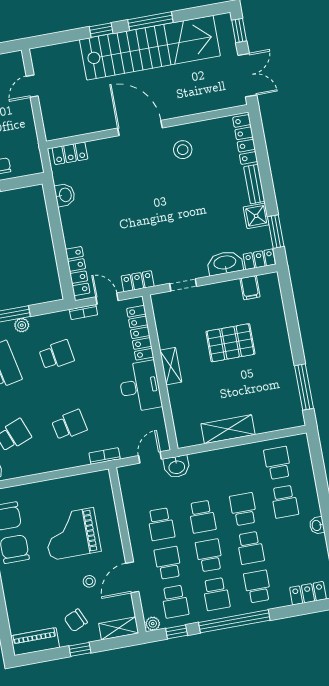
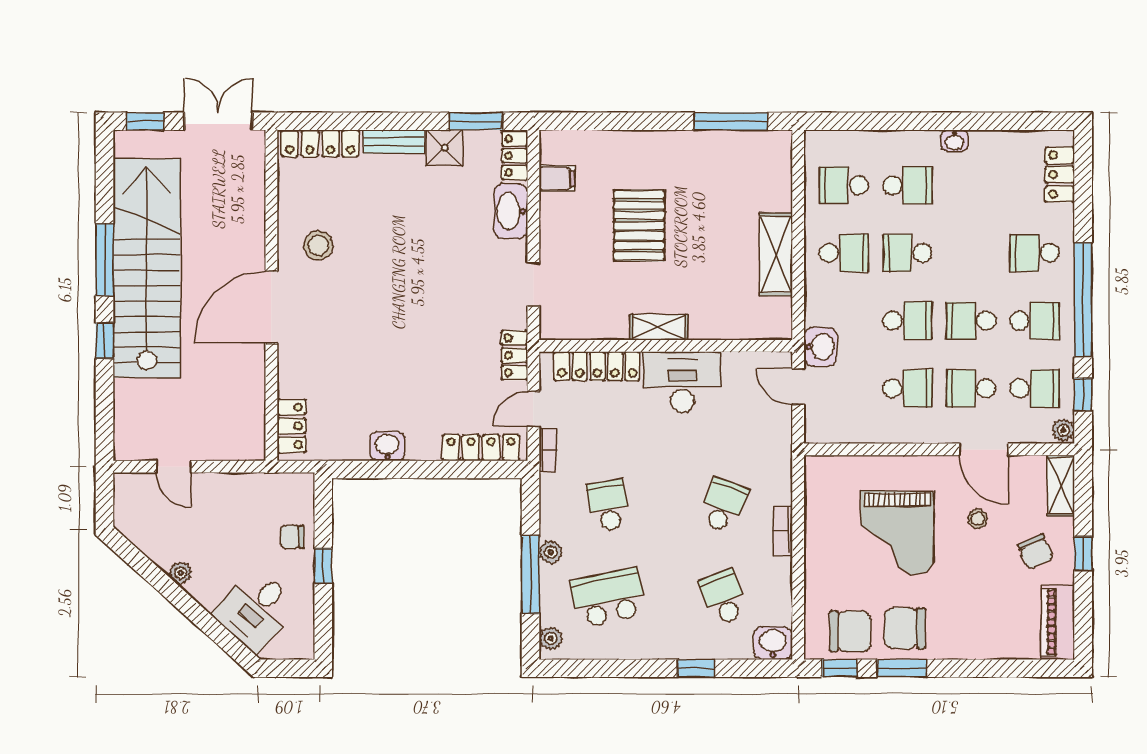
washbasin: (65, 195) -> (387, 446), moved
school desk: (69, 425) -> (723, 506), turned 33
bookcase: (105, 456) -> (783, 531), moved
school desk: (250, 548) -> (844, 253), moved

